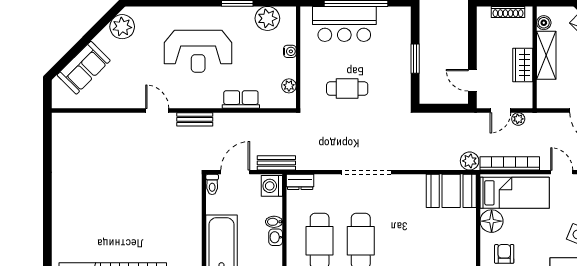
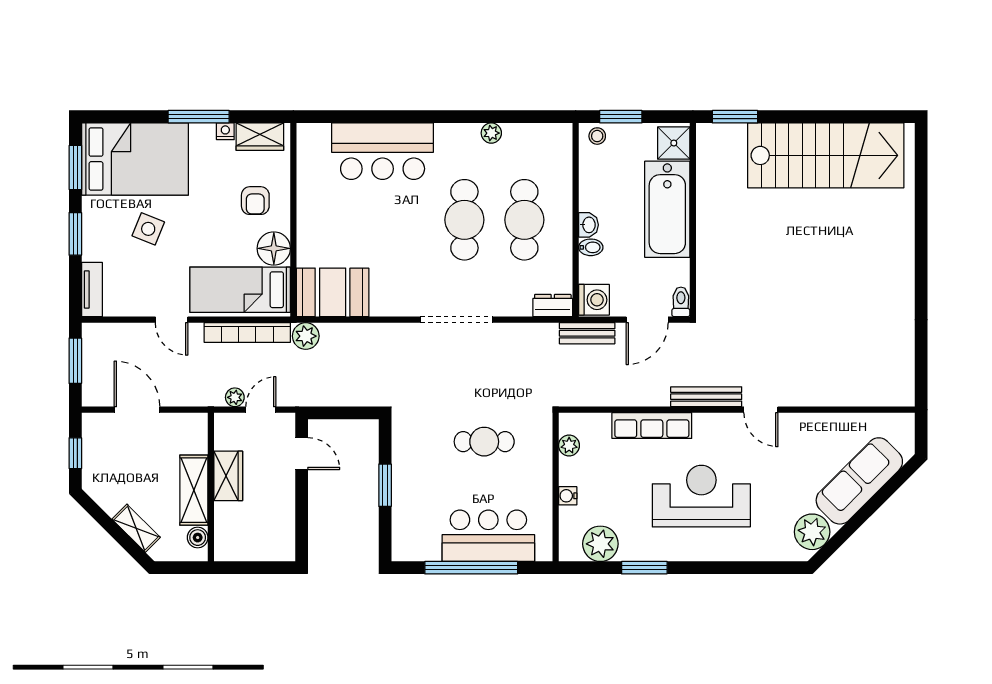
shoe rack: (508, 12) -> (250, 553), removed
sofa: (84, 68) -> (859, 481), width x1.36
row of seats: (241, 100) -> (652, 426), width x1.48
bench: (195, 119) -> (706, 397), width x1.36

